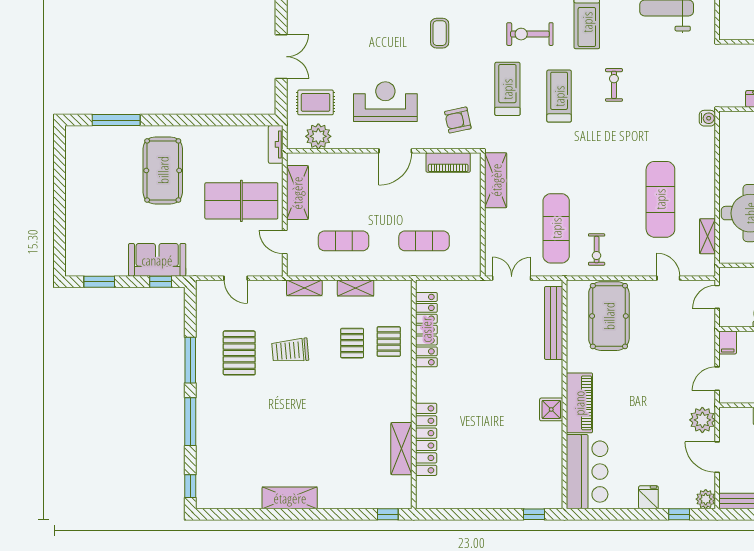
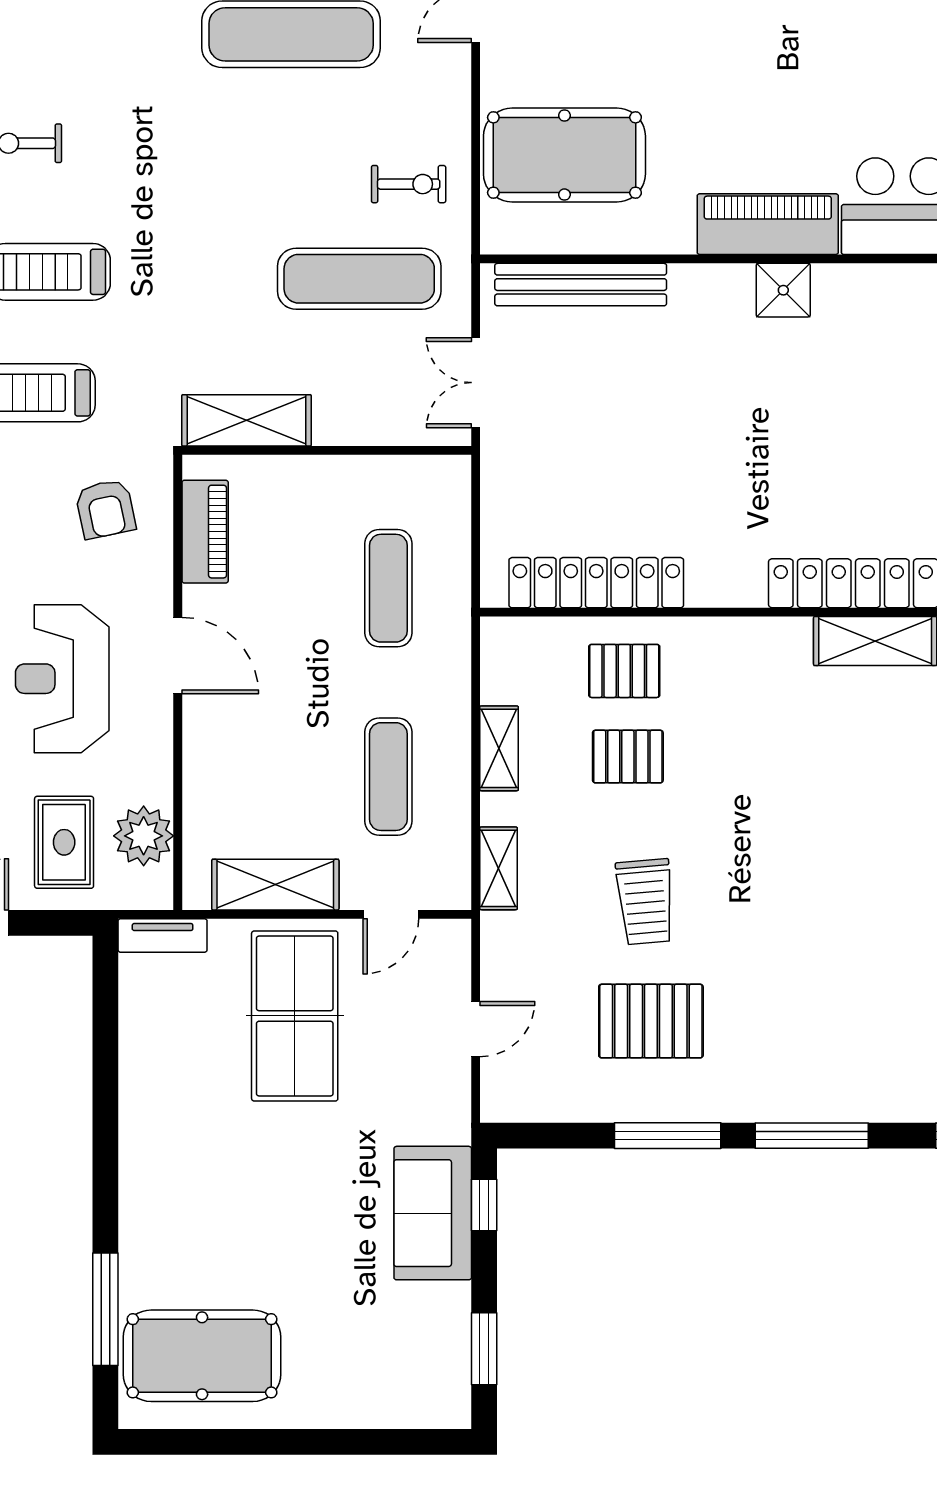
pool table: (163, 170) -> (202, 1356), moved

